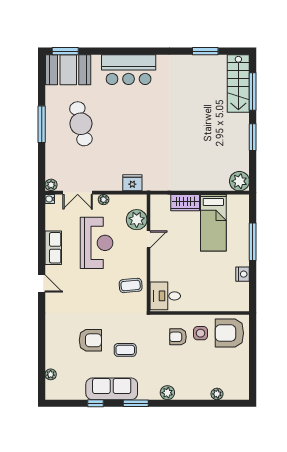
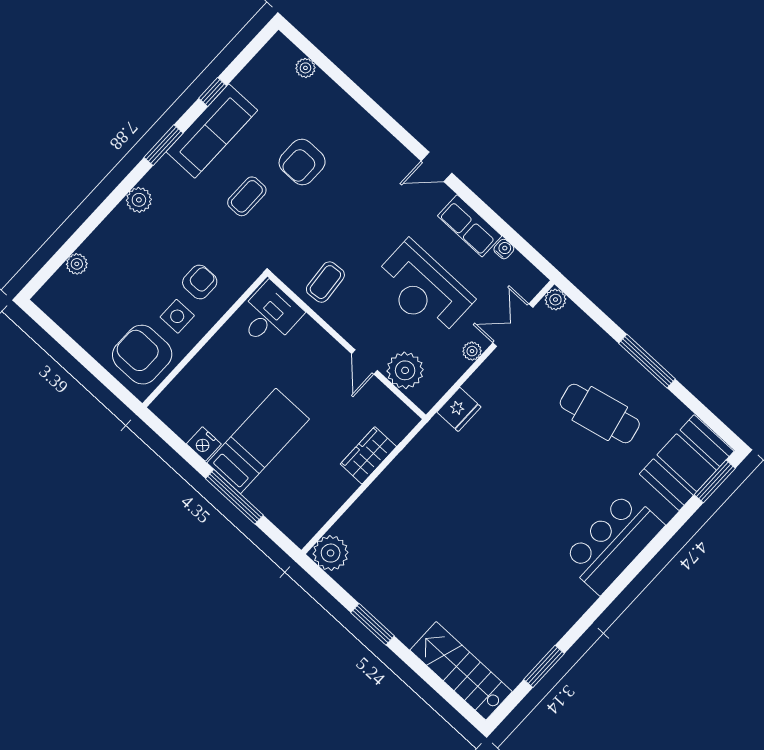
window: (253, 91) -> (433, 680), removed
water cooler: (50, 199) -> (504, 249), moved
bed: (213, 223) -> (258, 441), moved, turned 90
armchair: (229, 333) -> (142, 355), turned -90

